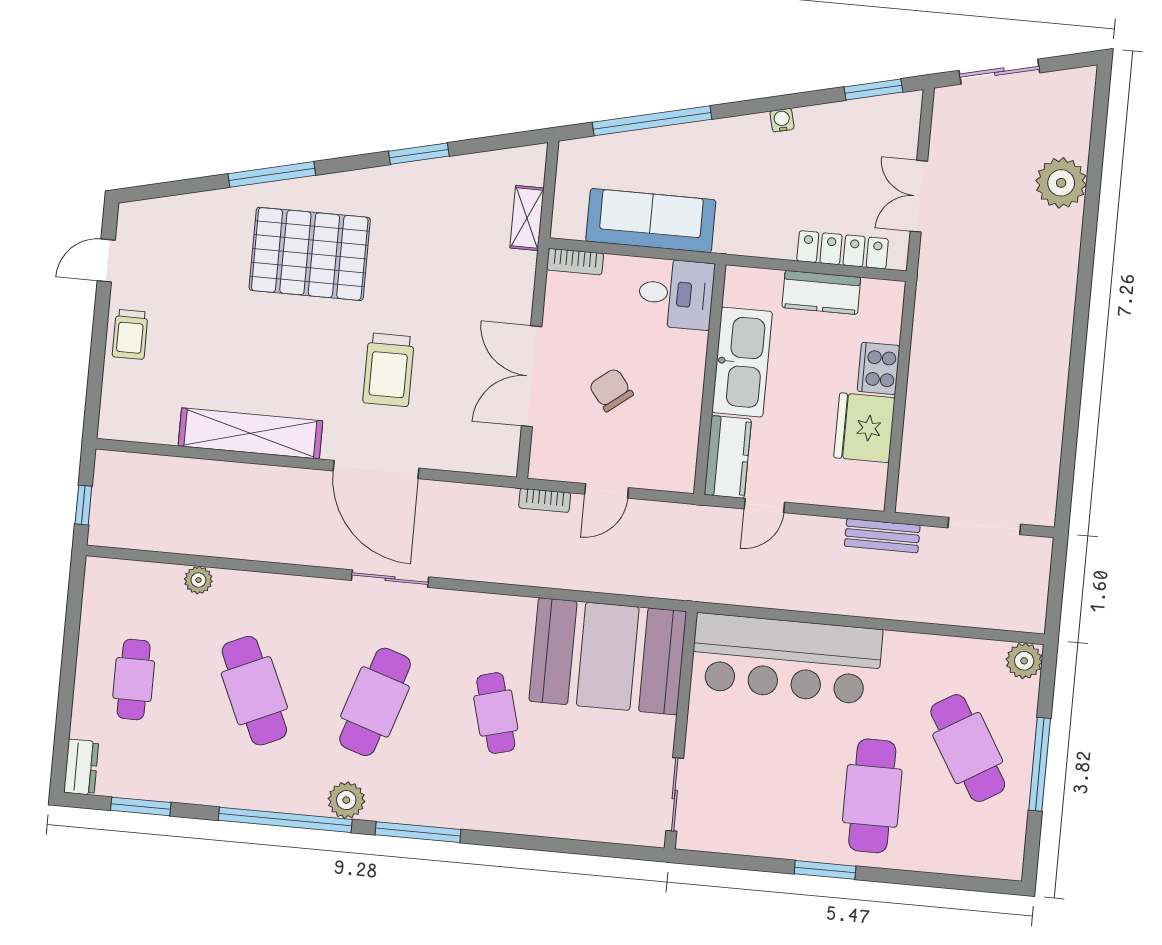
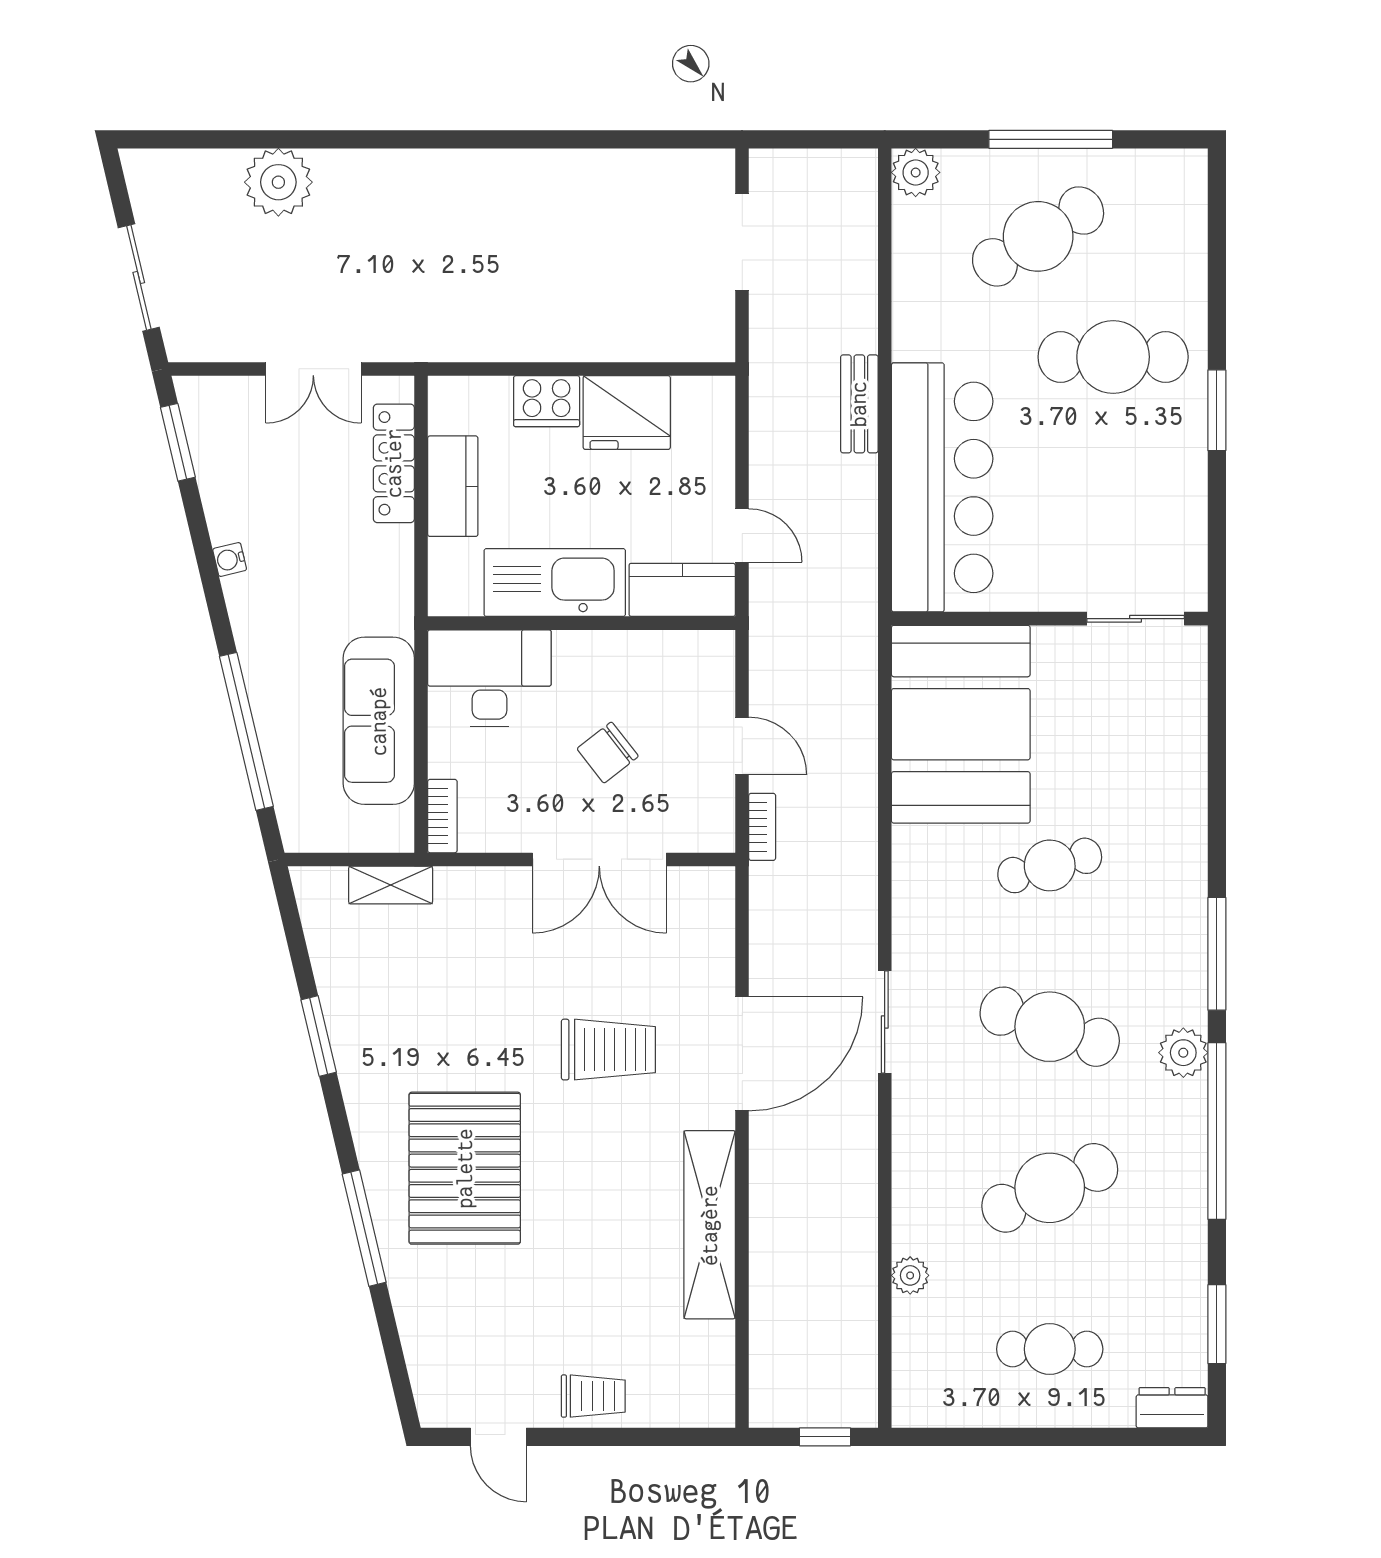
desk: (676, 294) -> (489, 678), width x1.37
bench: (882, 536) -> (859, 404), moved

